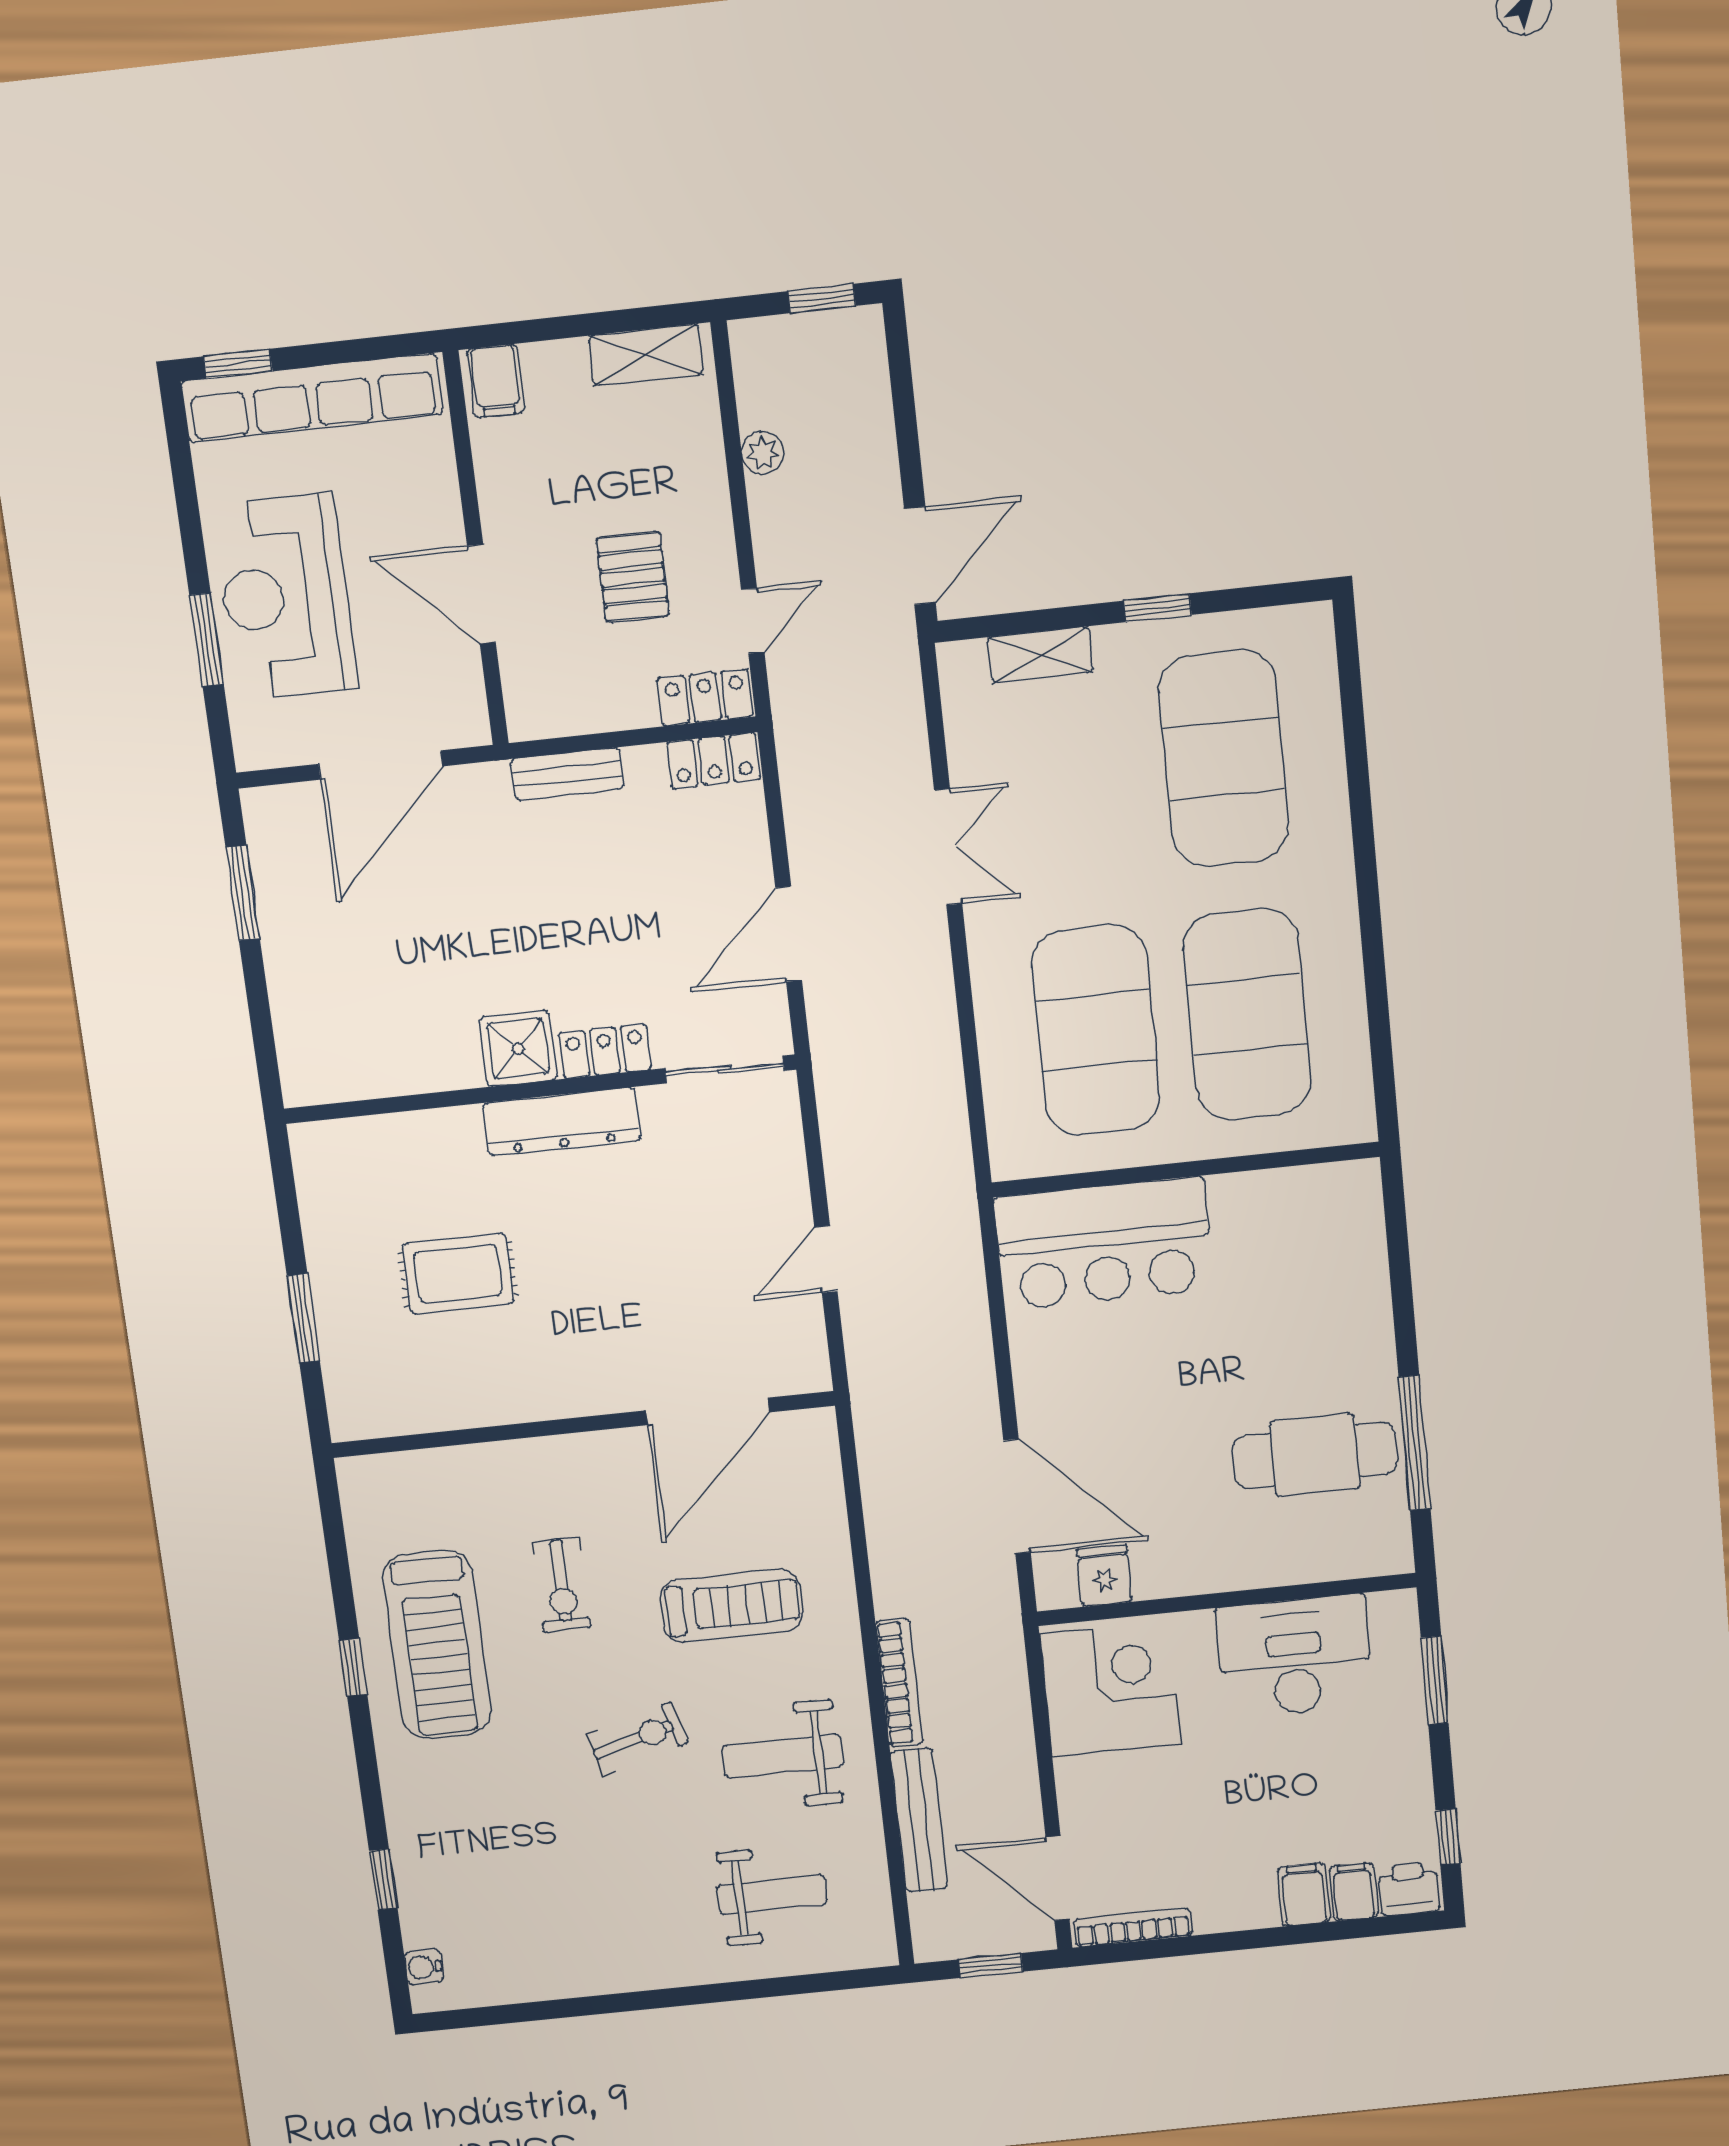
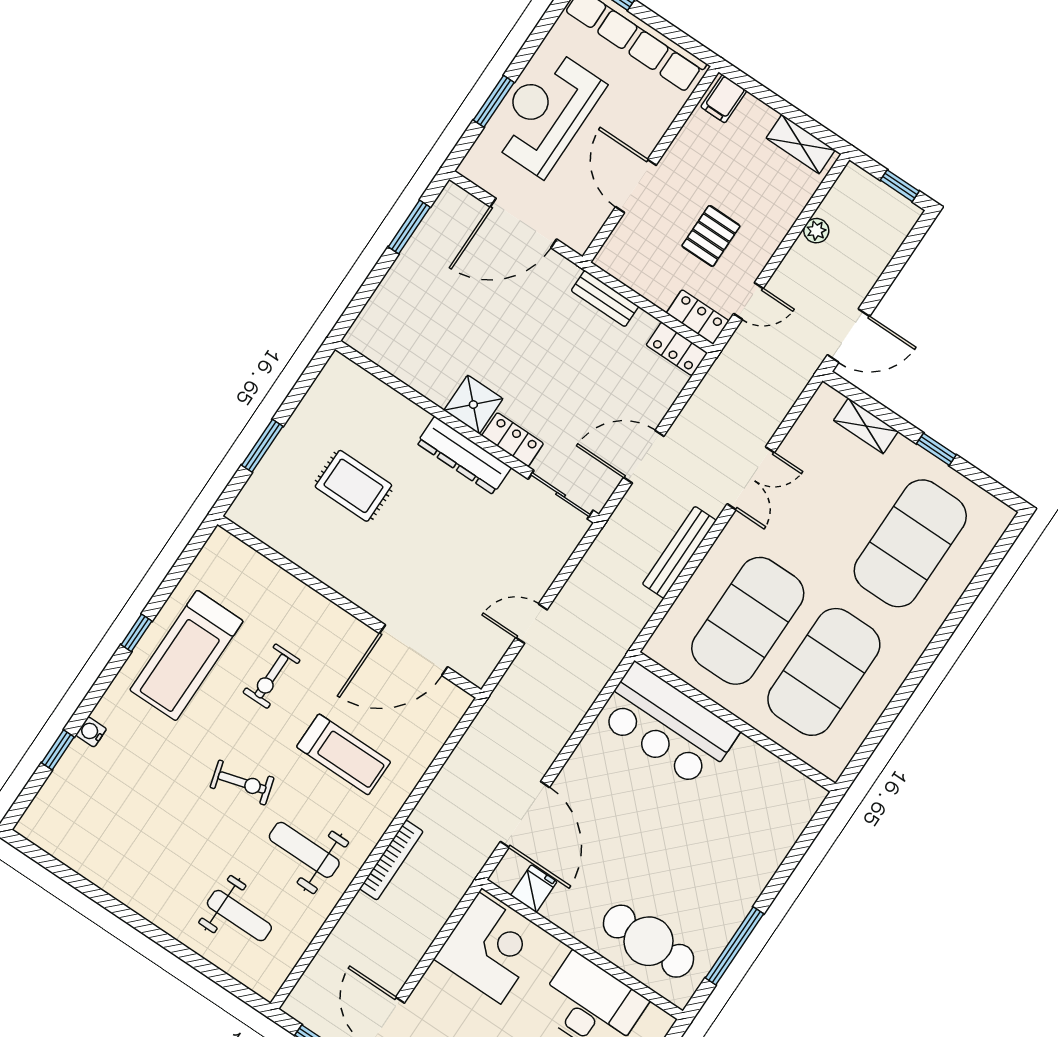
cafe table: (1315, 1455) -> (649, 941), moved
bench: (919, 1820) -> (679, 552), moved
water cooler: (424, 1967) -> (91, 732), moved

